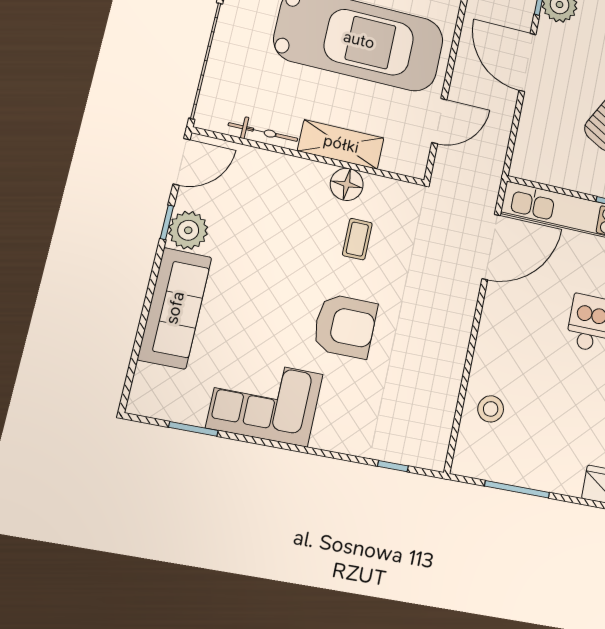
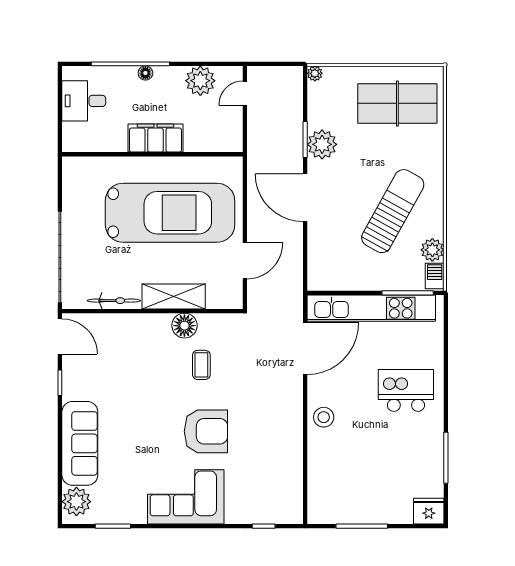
door: (181, 162) -> (60, 336), hinge flipped
plant: (188, 230) -> (76, 502), moved
corner sofa: (265, 401) -> (186, 497), moved
stool: (491, 409) -> (324, 417), moved

